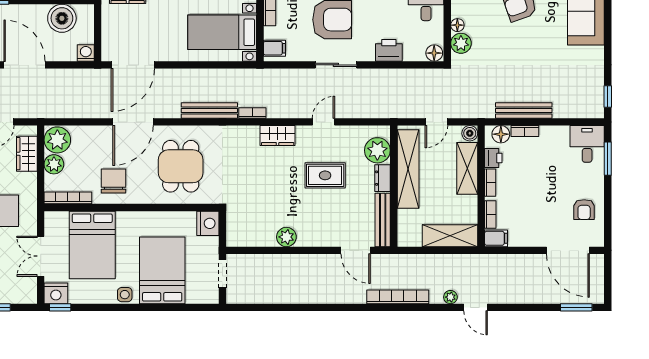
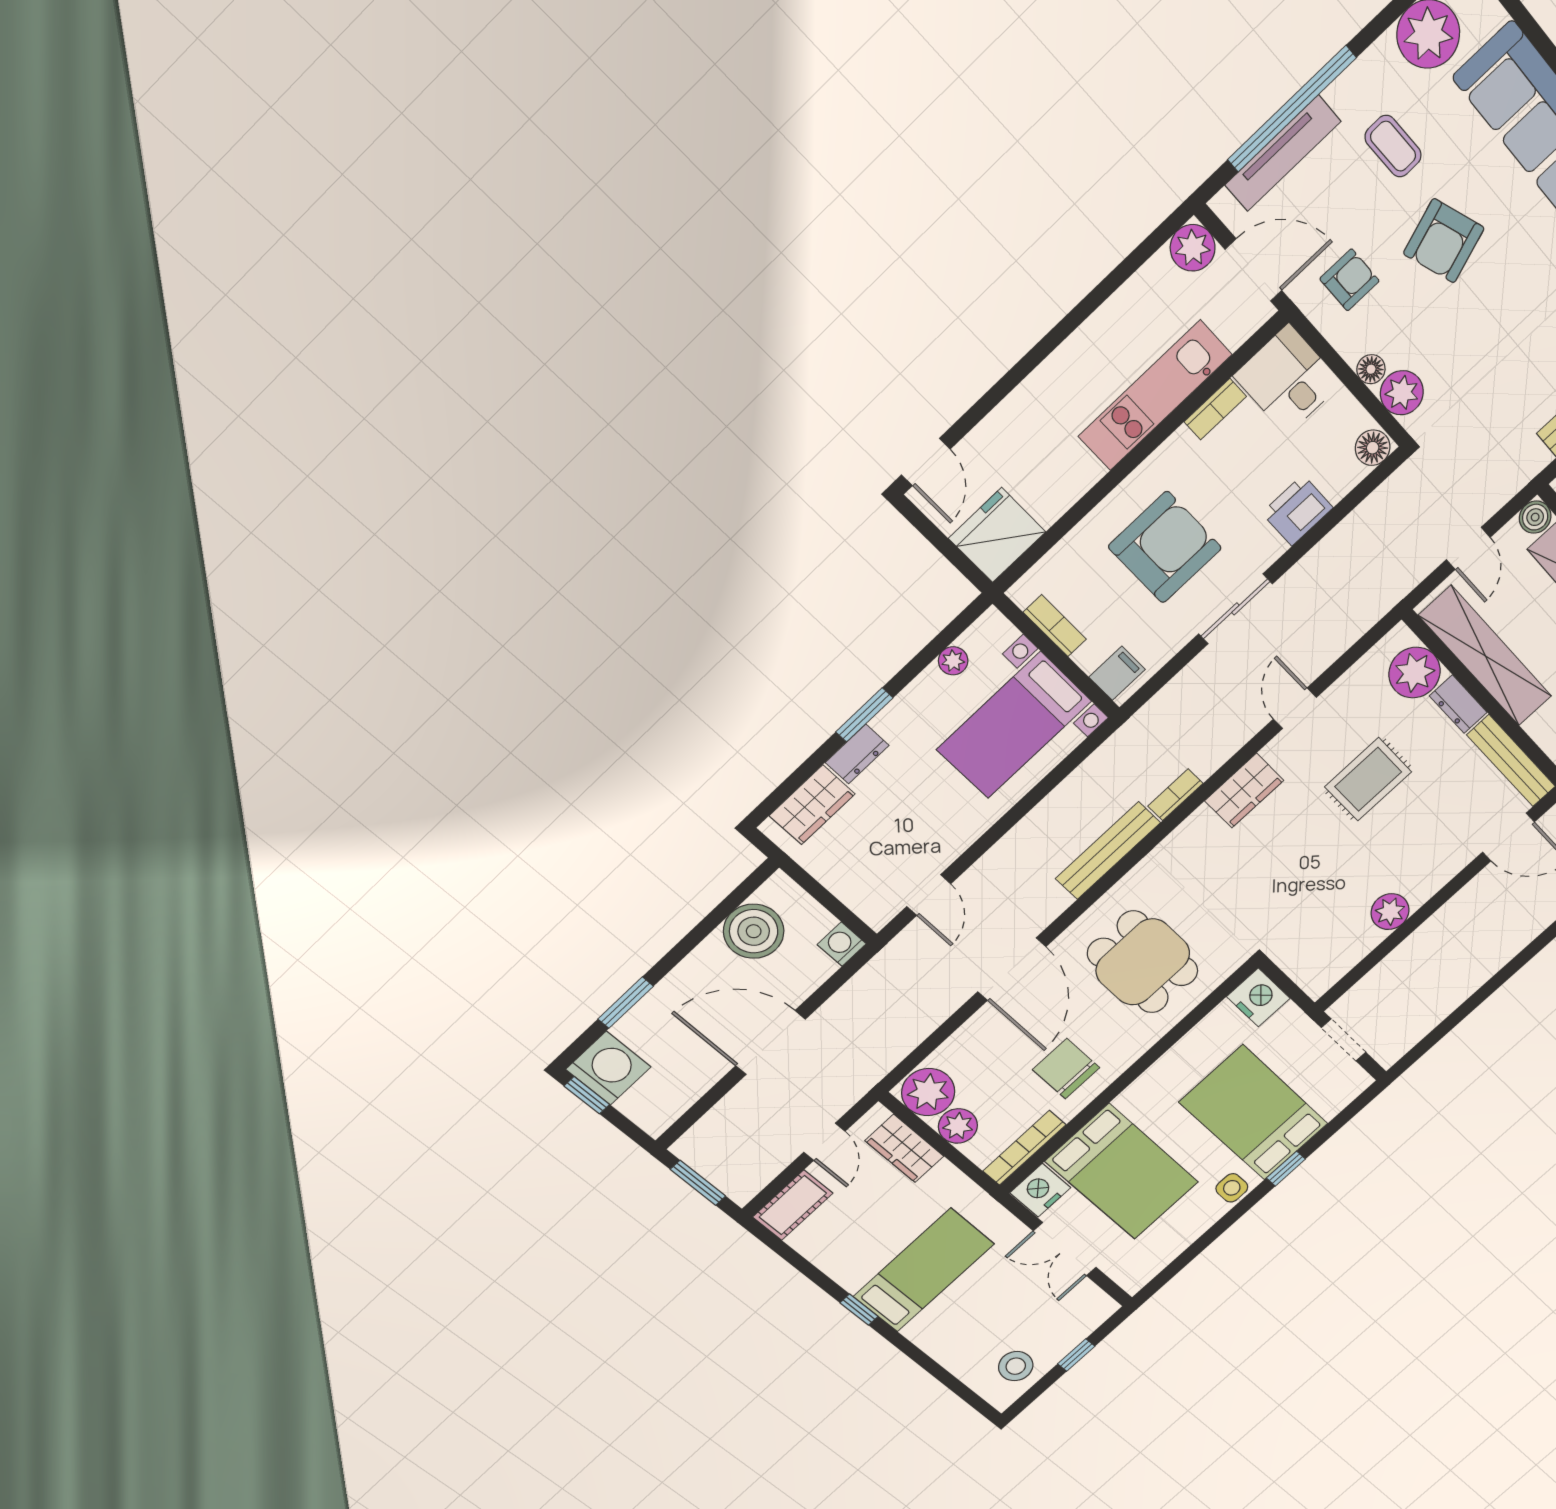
door: (133, 65) -> (929, 895), width x0.53
nightstand: (56, 293) -> (1040, 1190), moved, turned 180
window: (60, 307) -> (1286, 1169), moved

